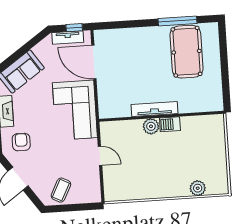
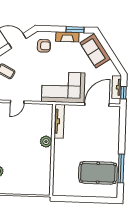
tv unit: (154, 109) -> (59, 121), moved
barbecue: (170, 124) -> (46, 156), removed
door: (100, 156) -> (17, 102), moved

